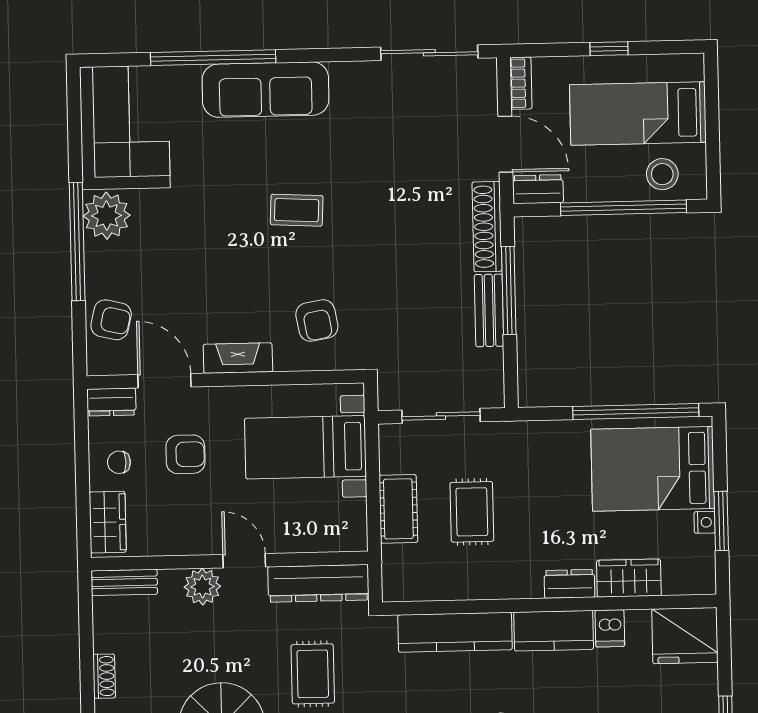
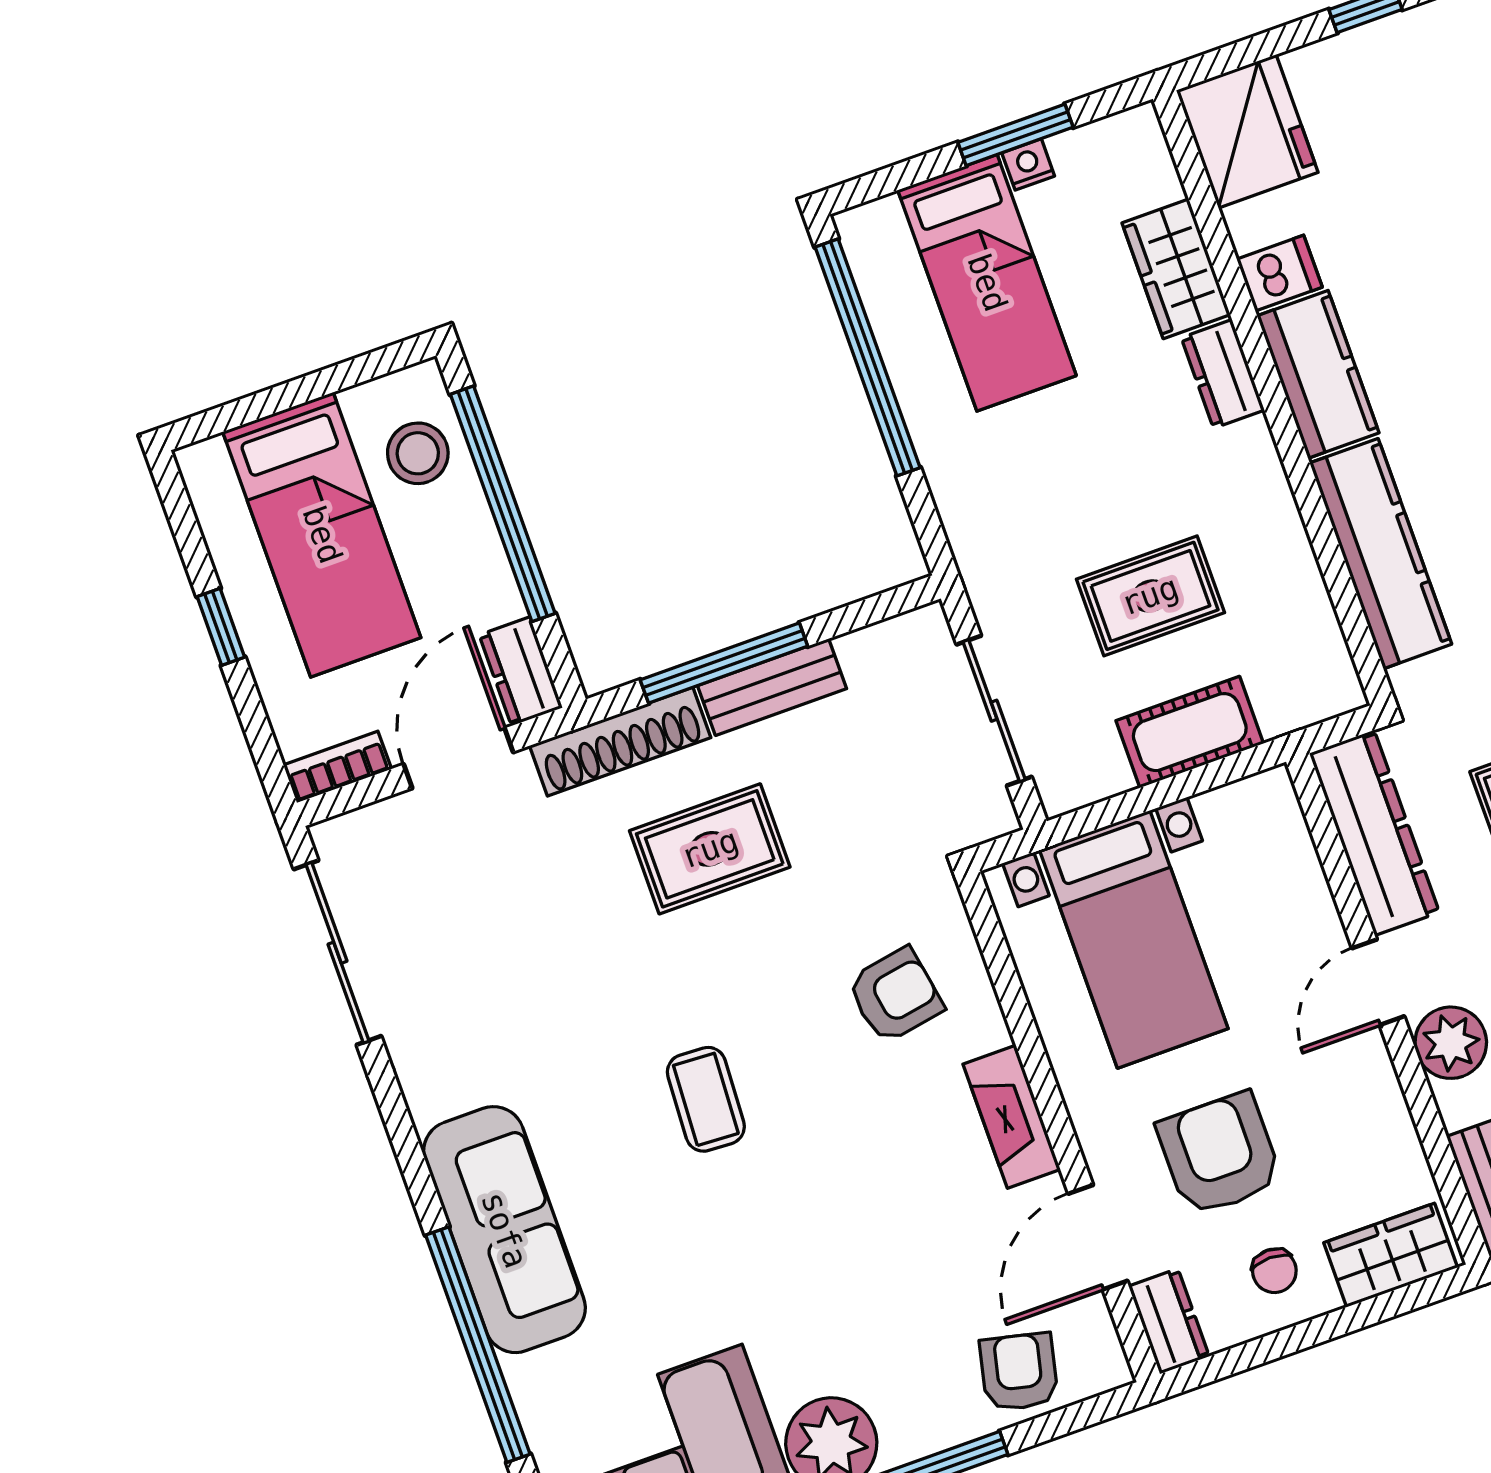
rug: (419, 253) -> (710, 849), added
armchair: (185, 454) -> (1219, 1154), width x1.38, depth x1.38
bed: (653, 469) -> (987, 283), width x0.67

